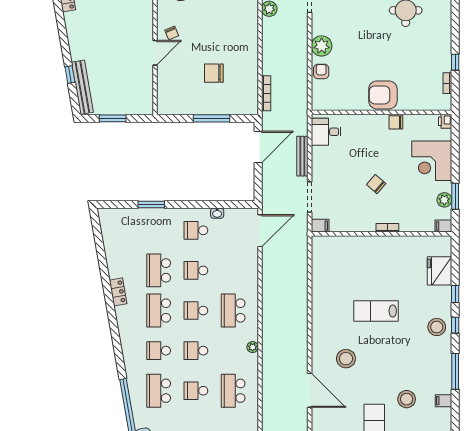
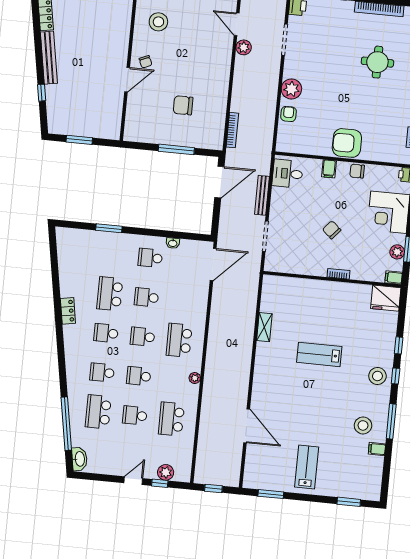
bench: (82, 87) -> (49, 58), moved
filing cabinet: (320, 226) -> (329, 169), moved, turned 90
fridge: (440, 271) -> (386, 298), moved, turned -90
shelving: (318, 289) -> (264, 327), added
school desk: (159, 311) -> (106, 333), width x0.54
stool: (346, 359) -> (285, 398), removed
stool: (407, 399) -> (363, 425), moved

